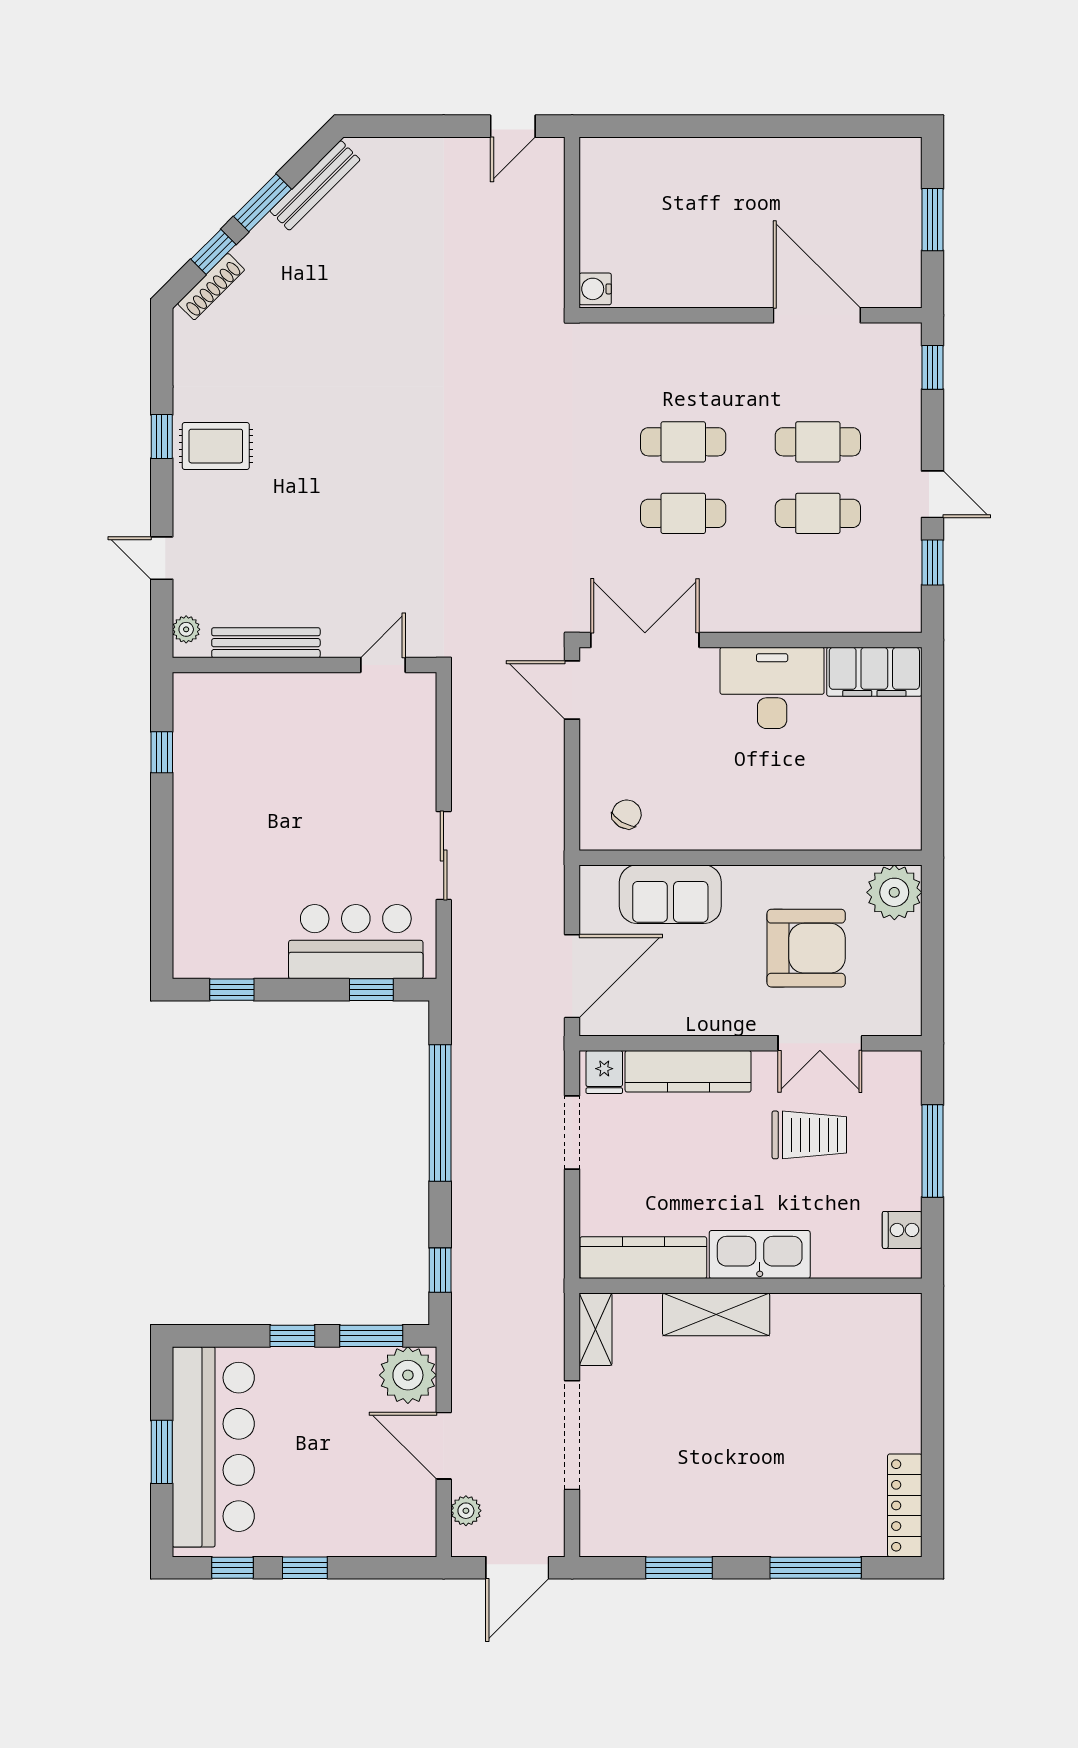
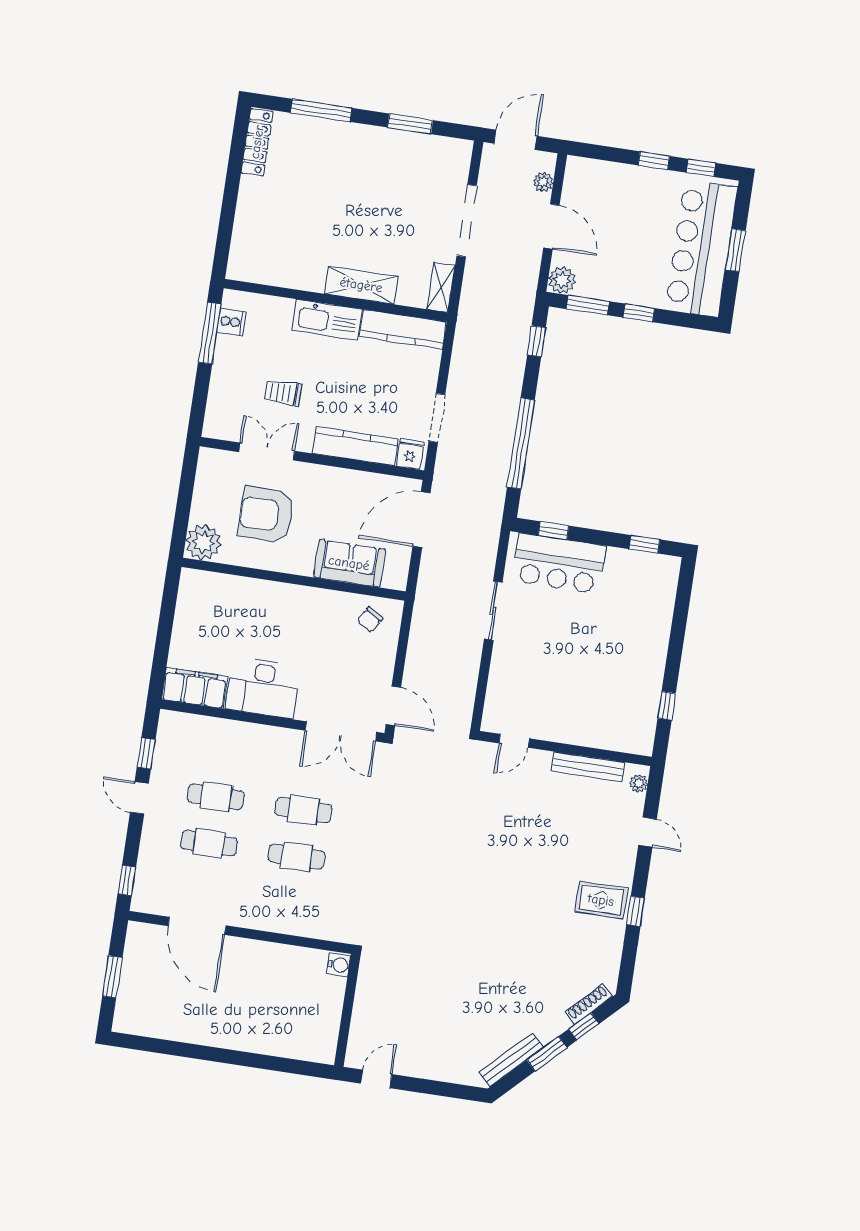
trolley: (809, 1135) -> (283, 393), width x0.73, depth x0.72
window: (933, 1151) -> (210, 333), moved
plant: (408, 1375) -> (562, 280), width x0.73, depth x0.73

